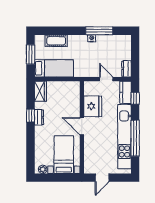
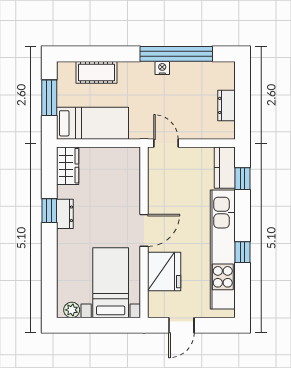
window: (99, 31) -> (176, 54), width x1.46
dresser: (126, 69) -> (226, 105), moved
door: (106, 79) -> (166, 143), moved
fridge: (93, 106) -> (164, 271), moved
door: (82, 126) -> (144, 230), swing flipped
window: (135, 138) -> (242, 252), width x0.32

